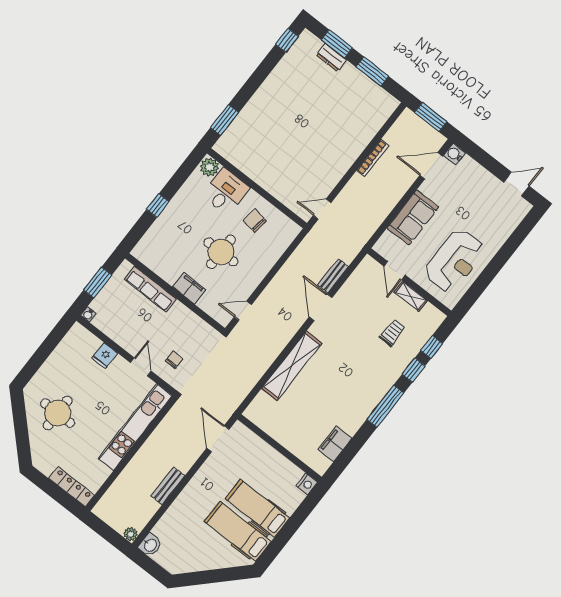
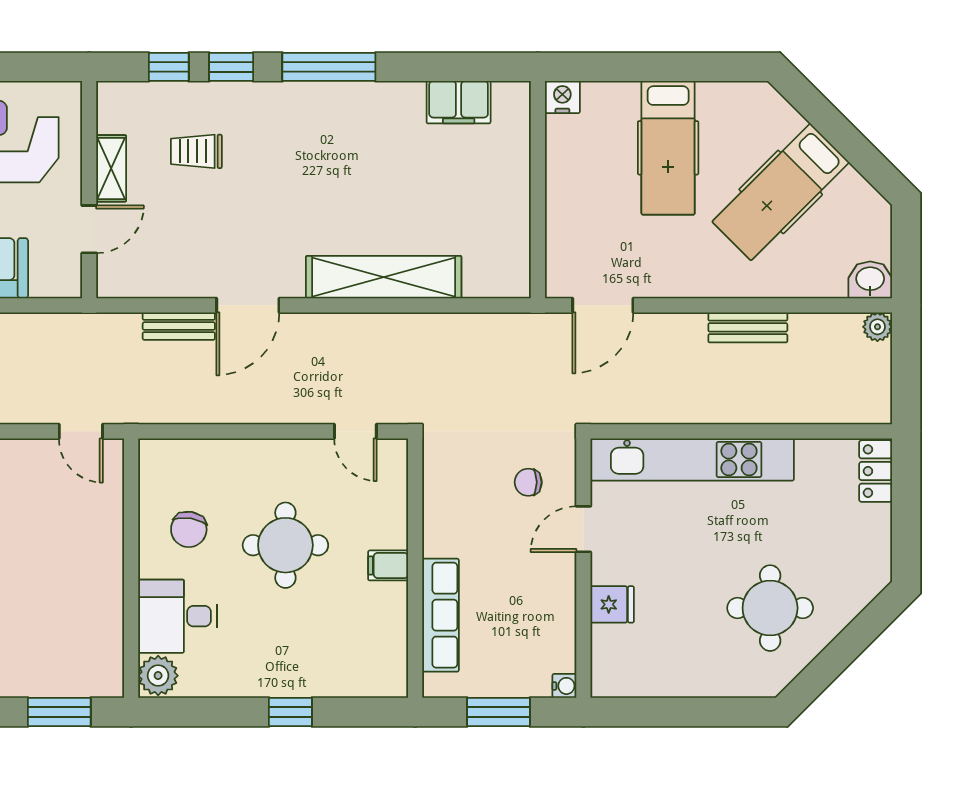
filing cabinet: (189, 288) -> (388, 565), width x0.50
locker: (72, 487) -> (876, 471), width x0.66
hospital bed: (238, 531) -> (781, 192), moved, turned 45

